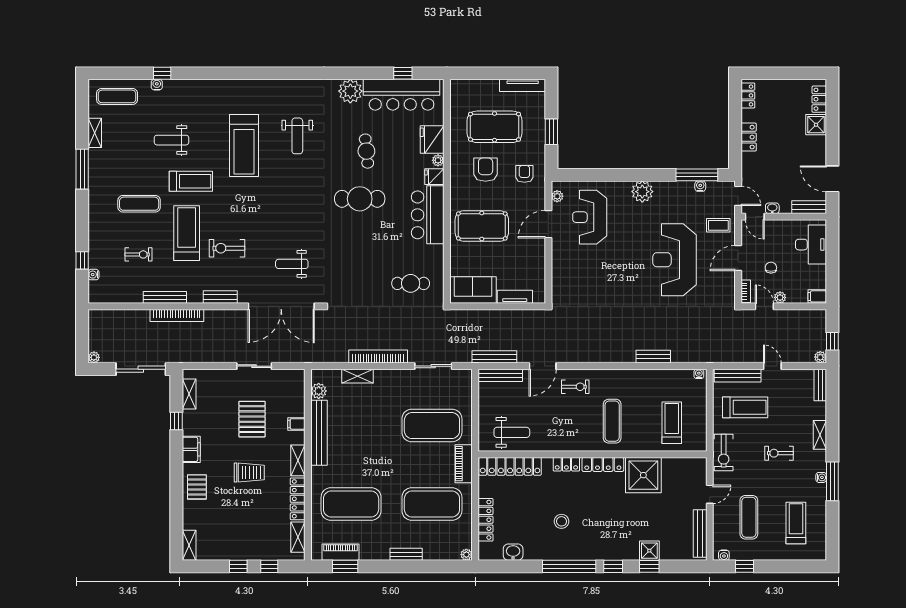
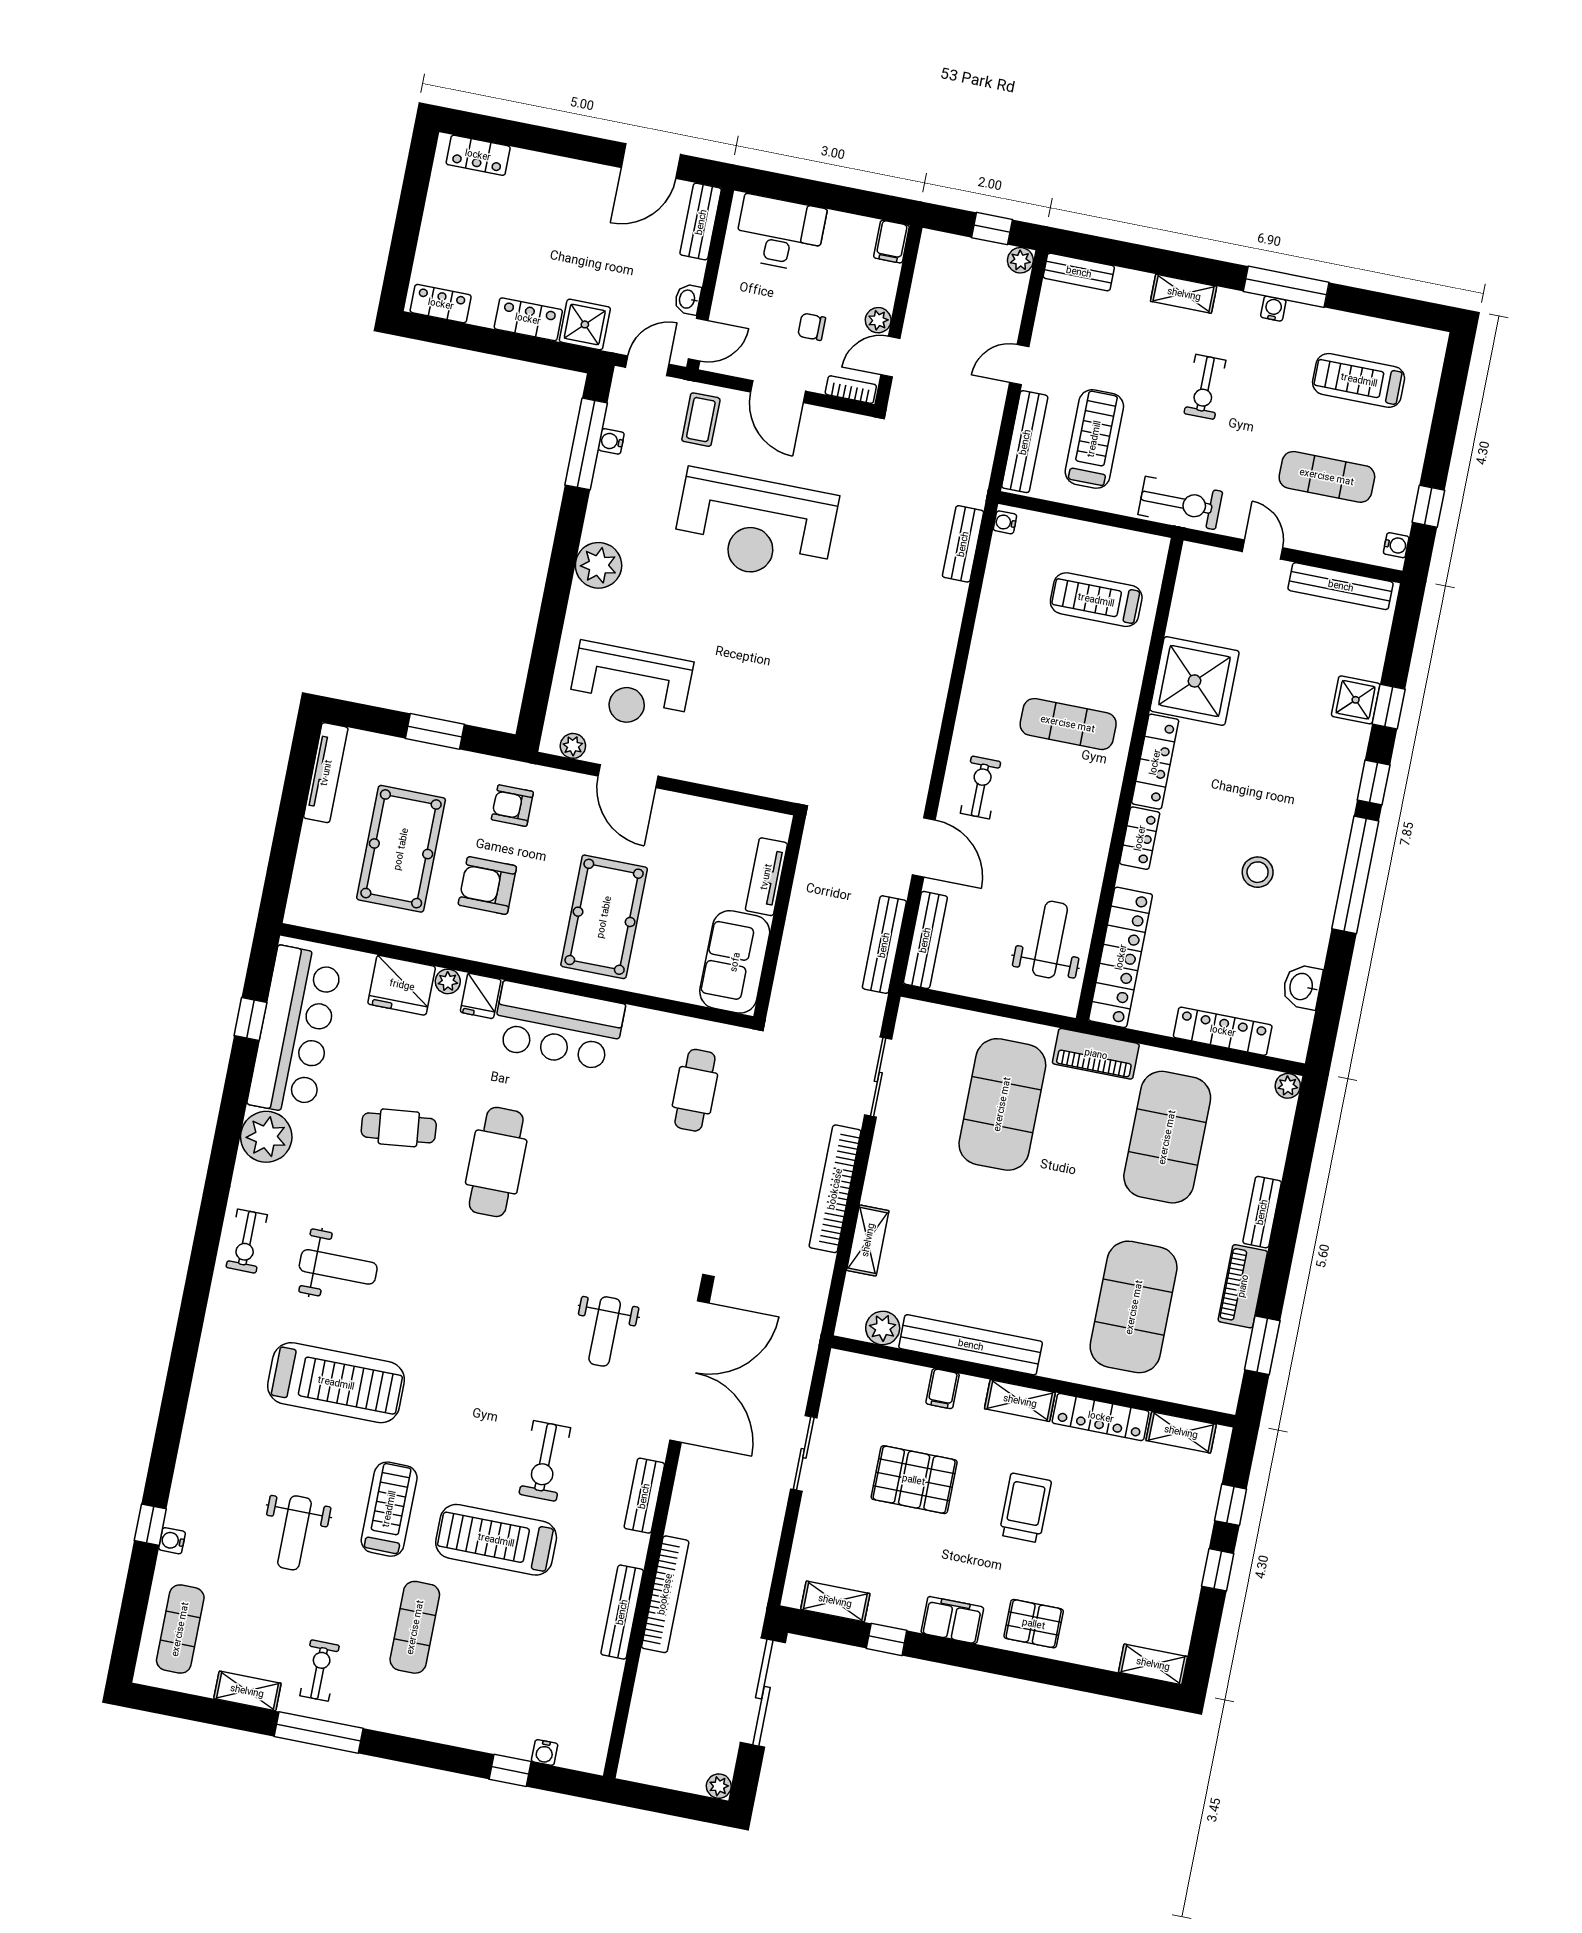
exercise bike: (301, 92) -> (247, 1241), added
shower: (816, 125) -> (585, 324), moved
exercise bike: (138, 254) -> (320, 1670), moved
bench: (653, 357) -> (963, 544), moved
piano: (340, 552) -> (1243, 1286), moved

